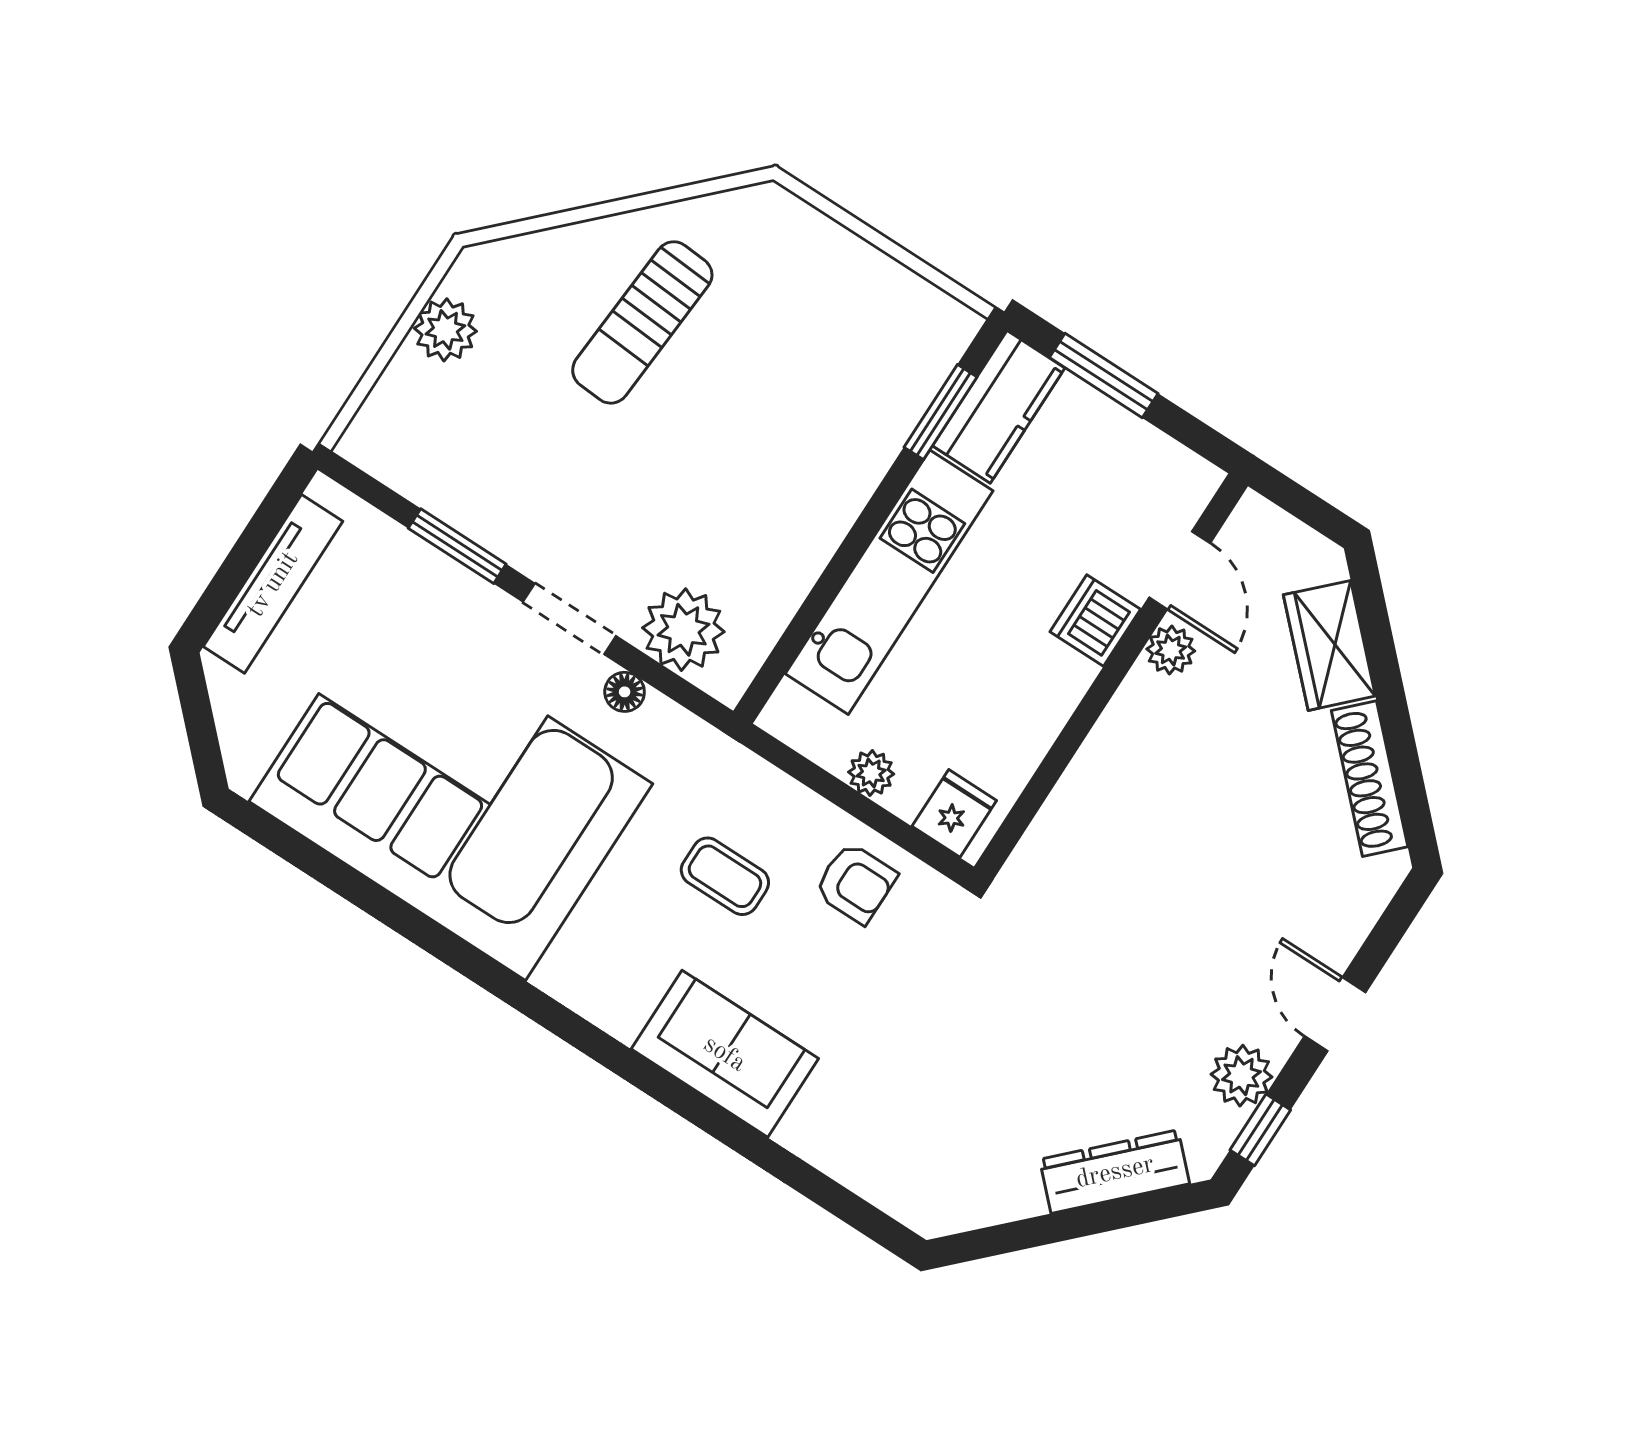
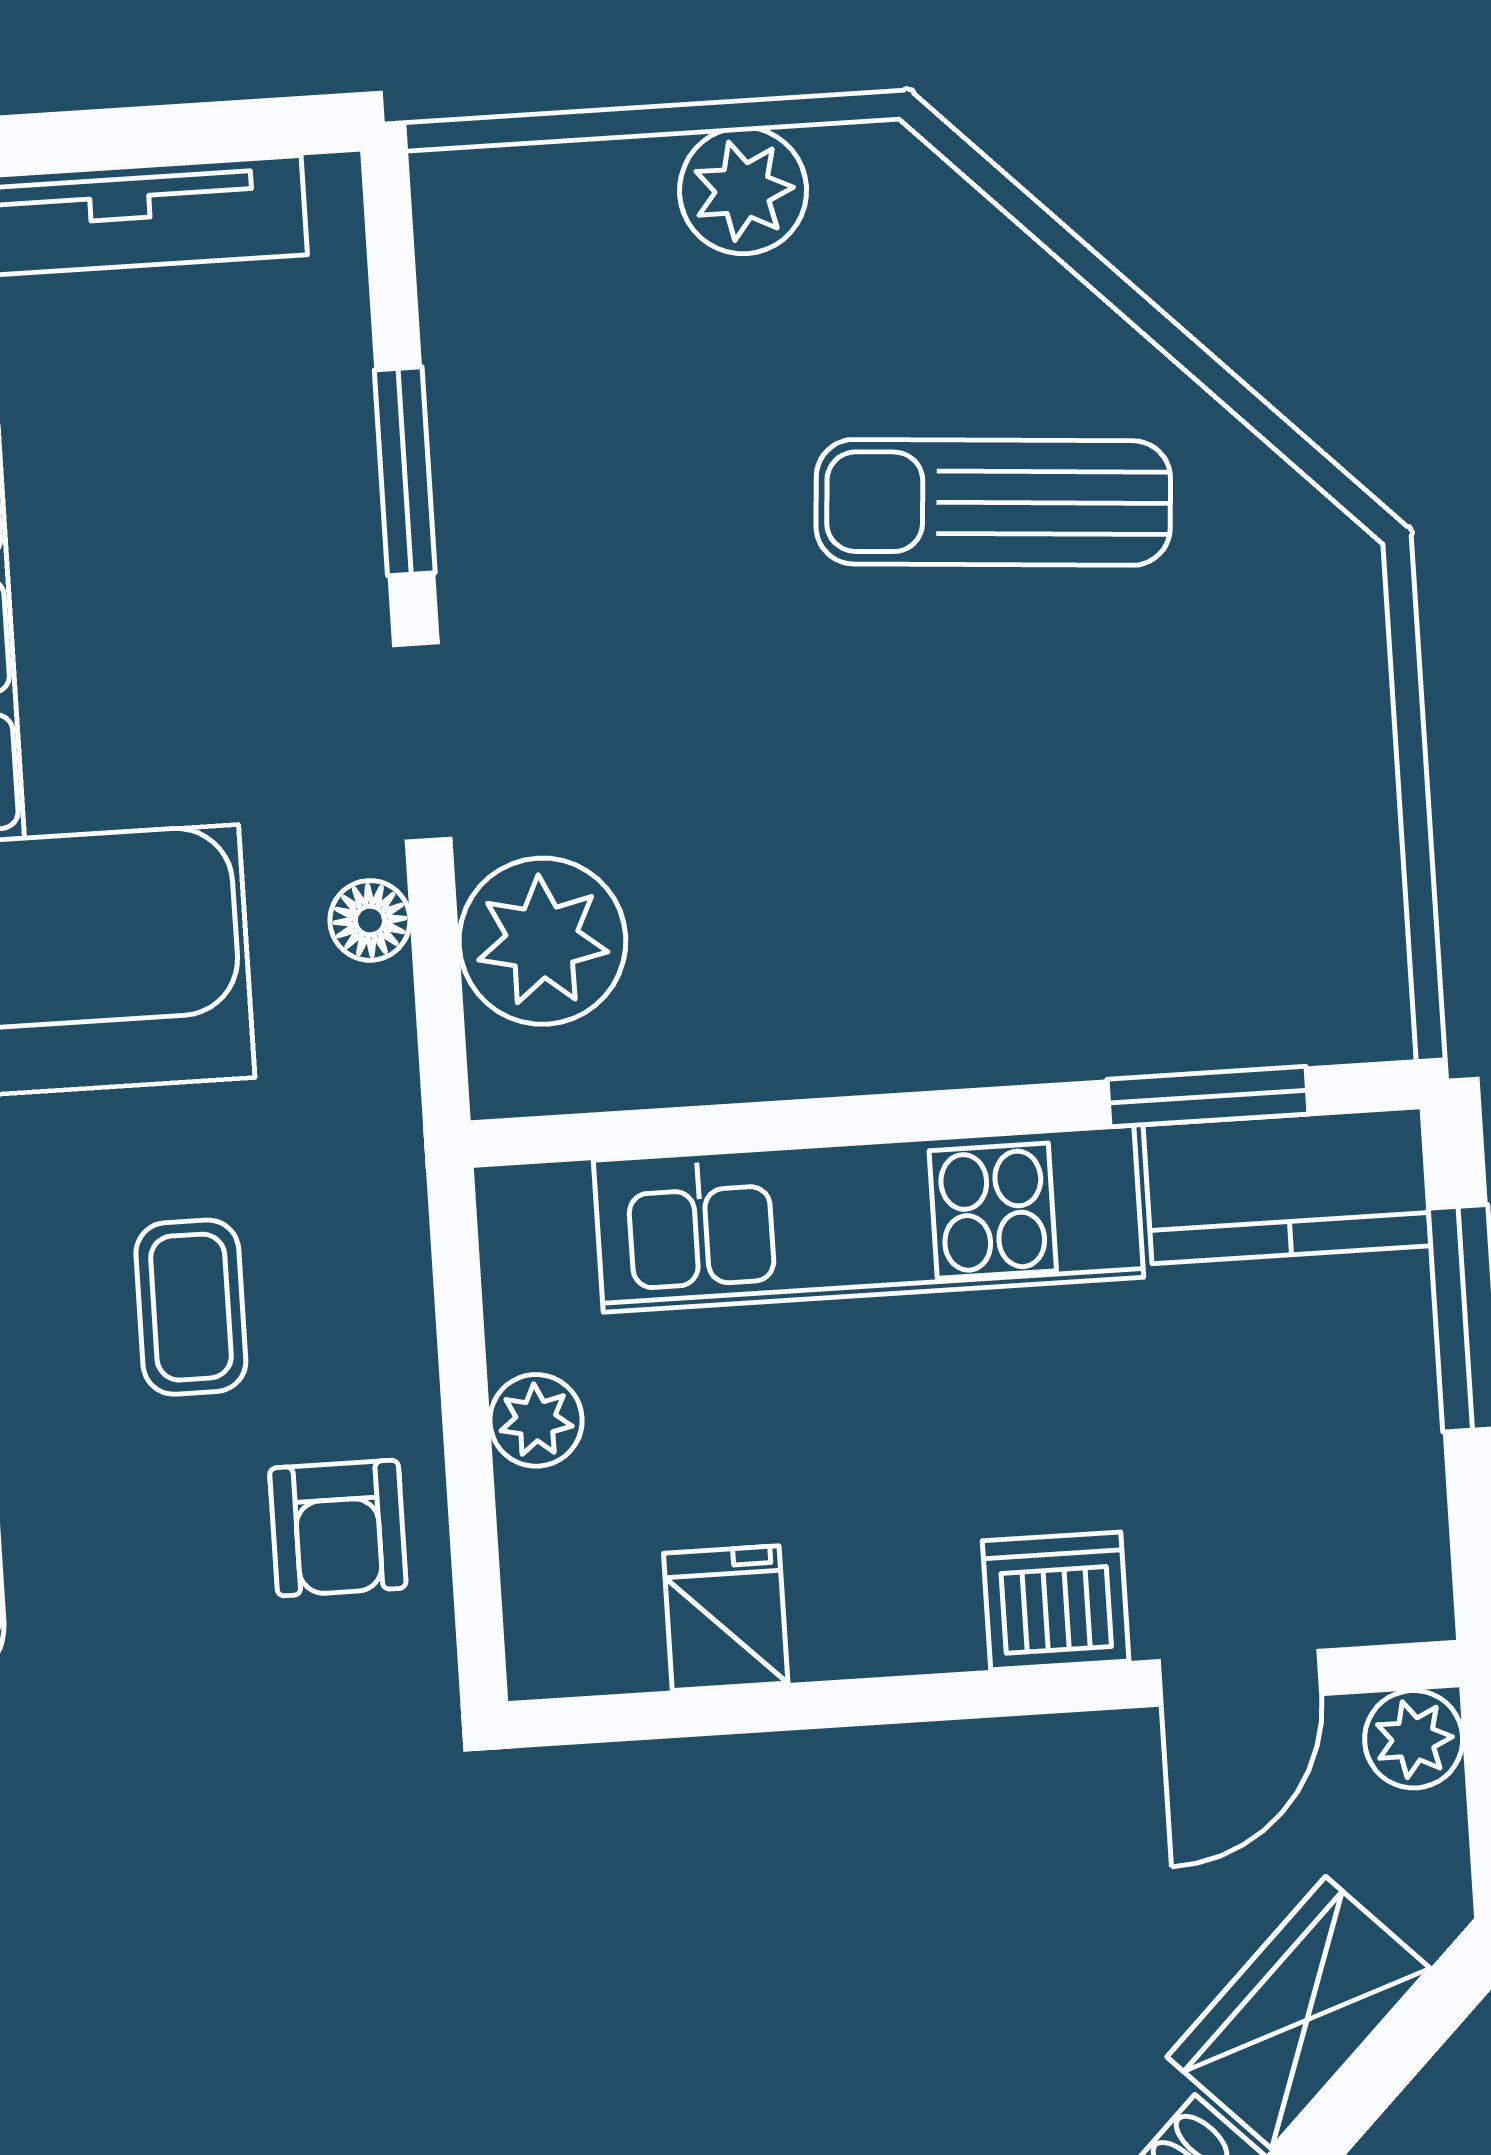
plant: (1171, 650) -> (1414, 1739), moved
fridge: (954, 813) -> (726, 1618), moved, turned -90

